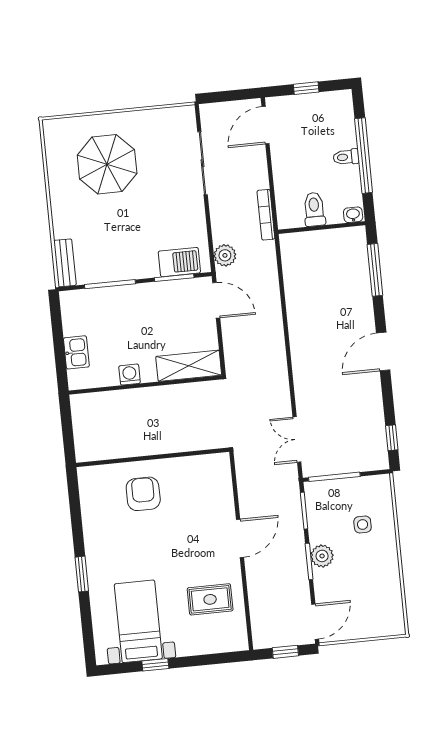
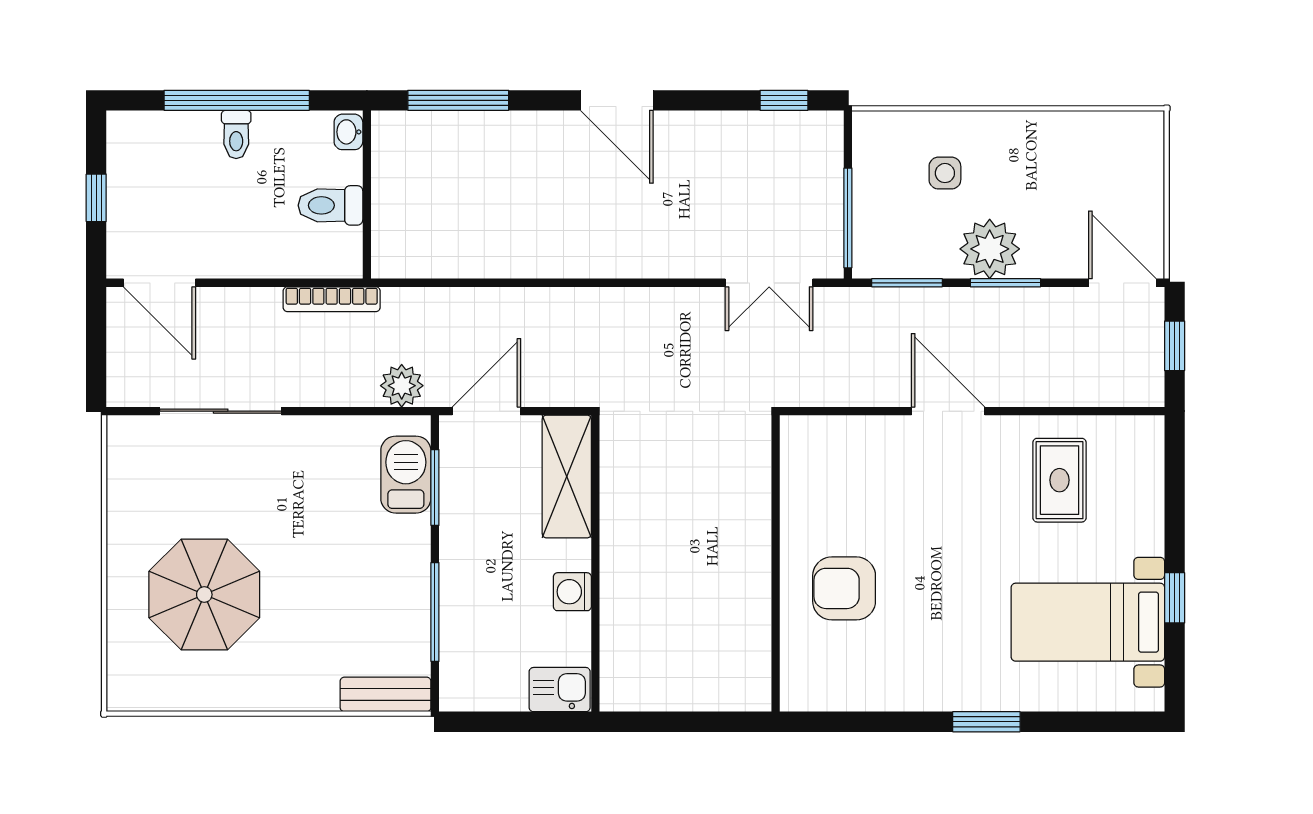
shelving: (189, 366) -> (567, 476), moved
washing machine: (130, 375) -> (572, 592), moved
wall: (145, 385) -> (595, 563), moved
plant: (322, 556) -> (990, 249), width x1.36, depth x1.36

